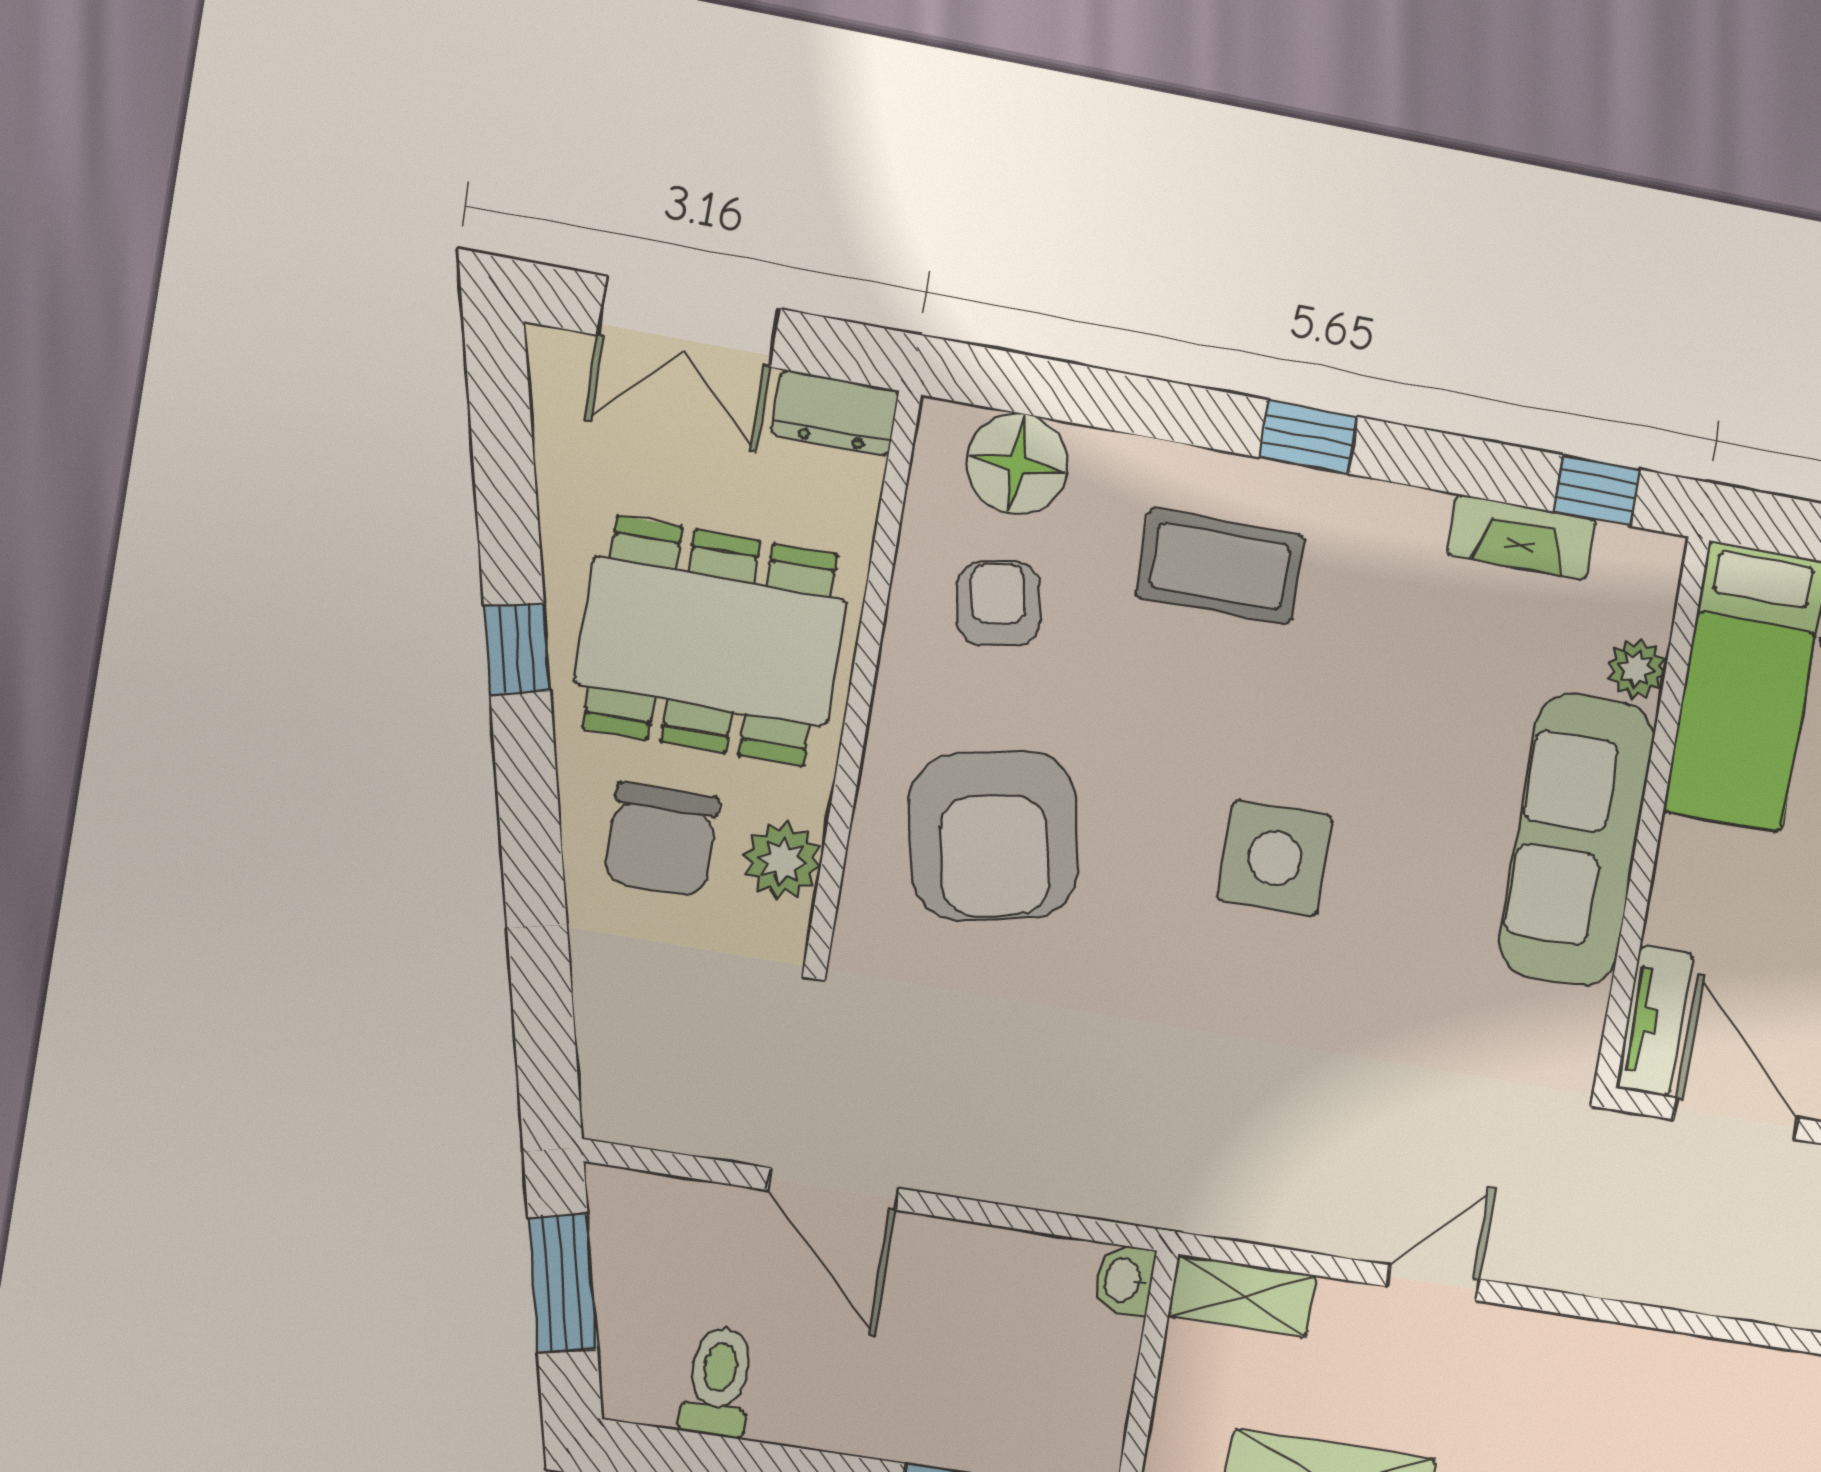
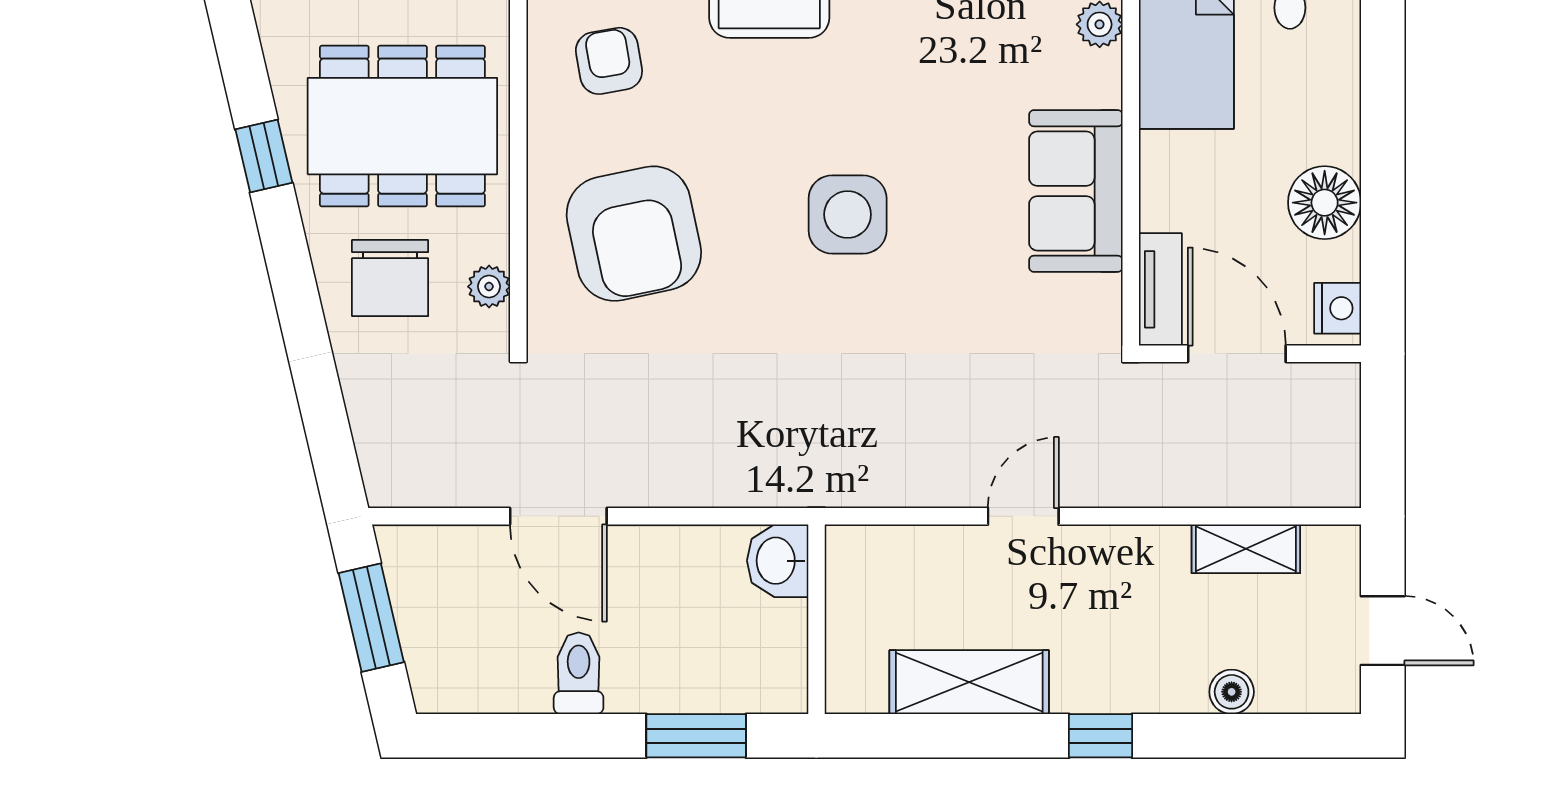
sofa: (1577, 840) -> (1076, 191), width x0.73
plant: (782, 861) -> (489, 287), width x0.73, depth x0.73
washbasin: (1124, 1280) -> (778, 561), width x1.38, depth x1.45
shelving: (1242, 1296) -> (1246, 549), moved
toilet: (718, 1382) -> (579, 673), moved

